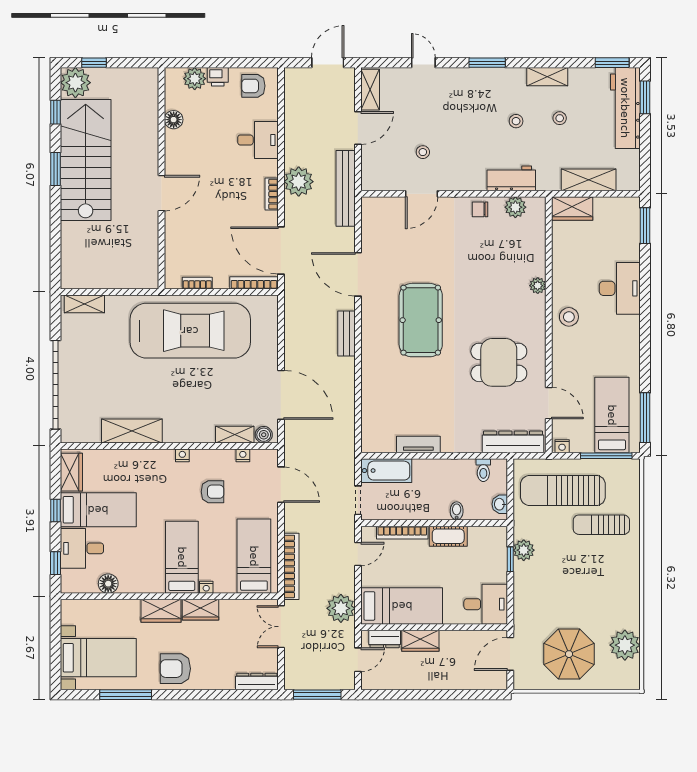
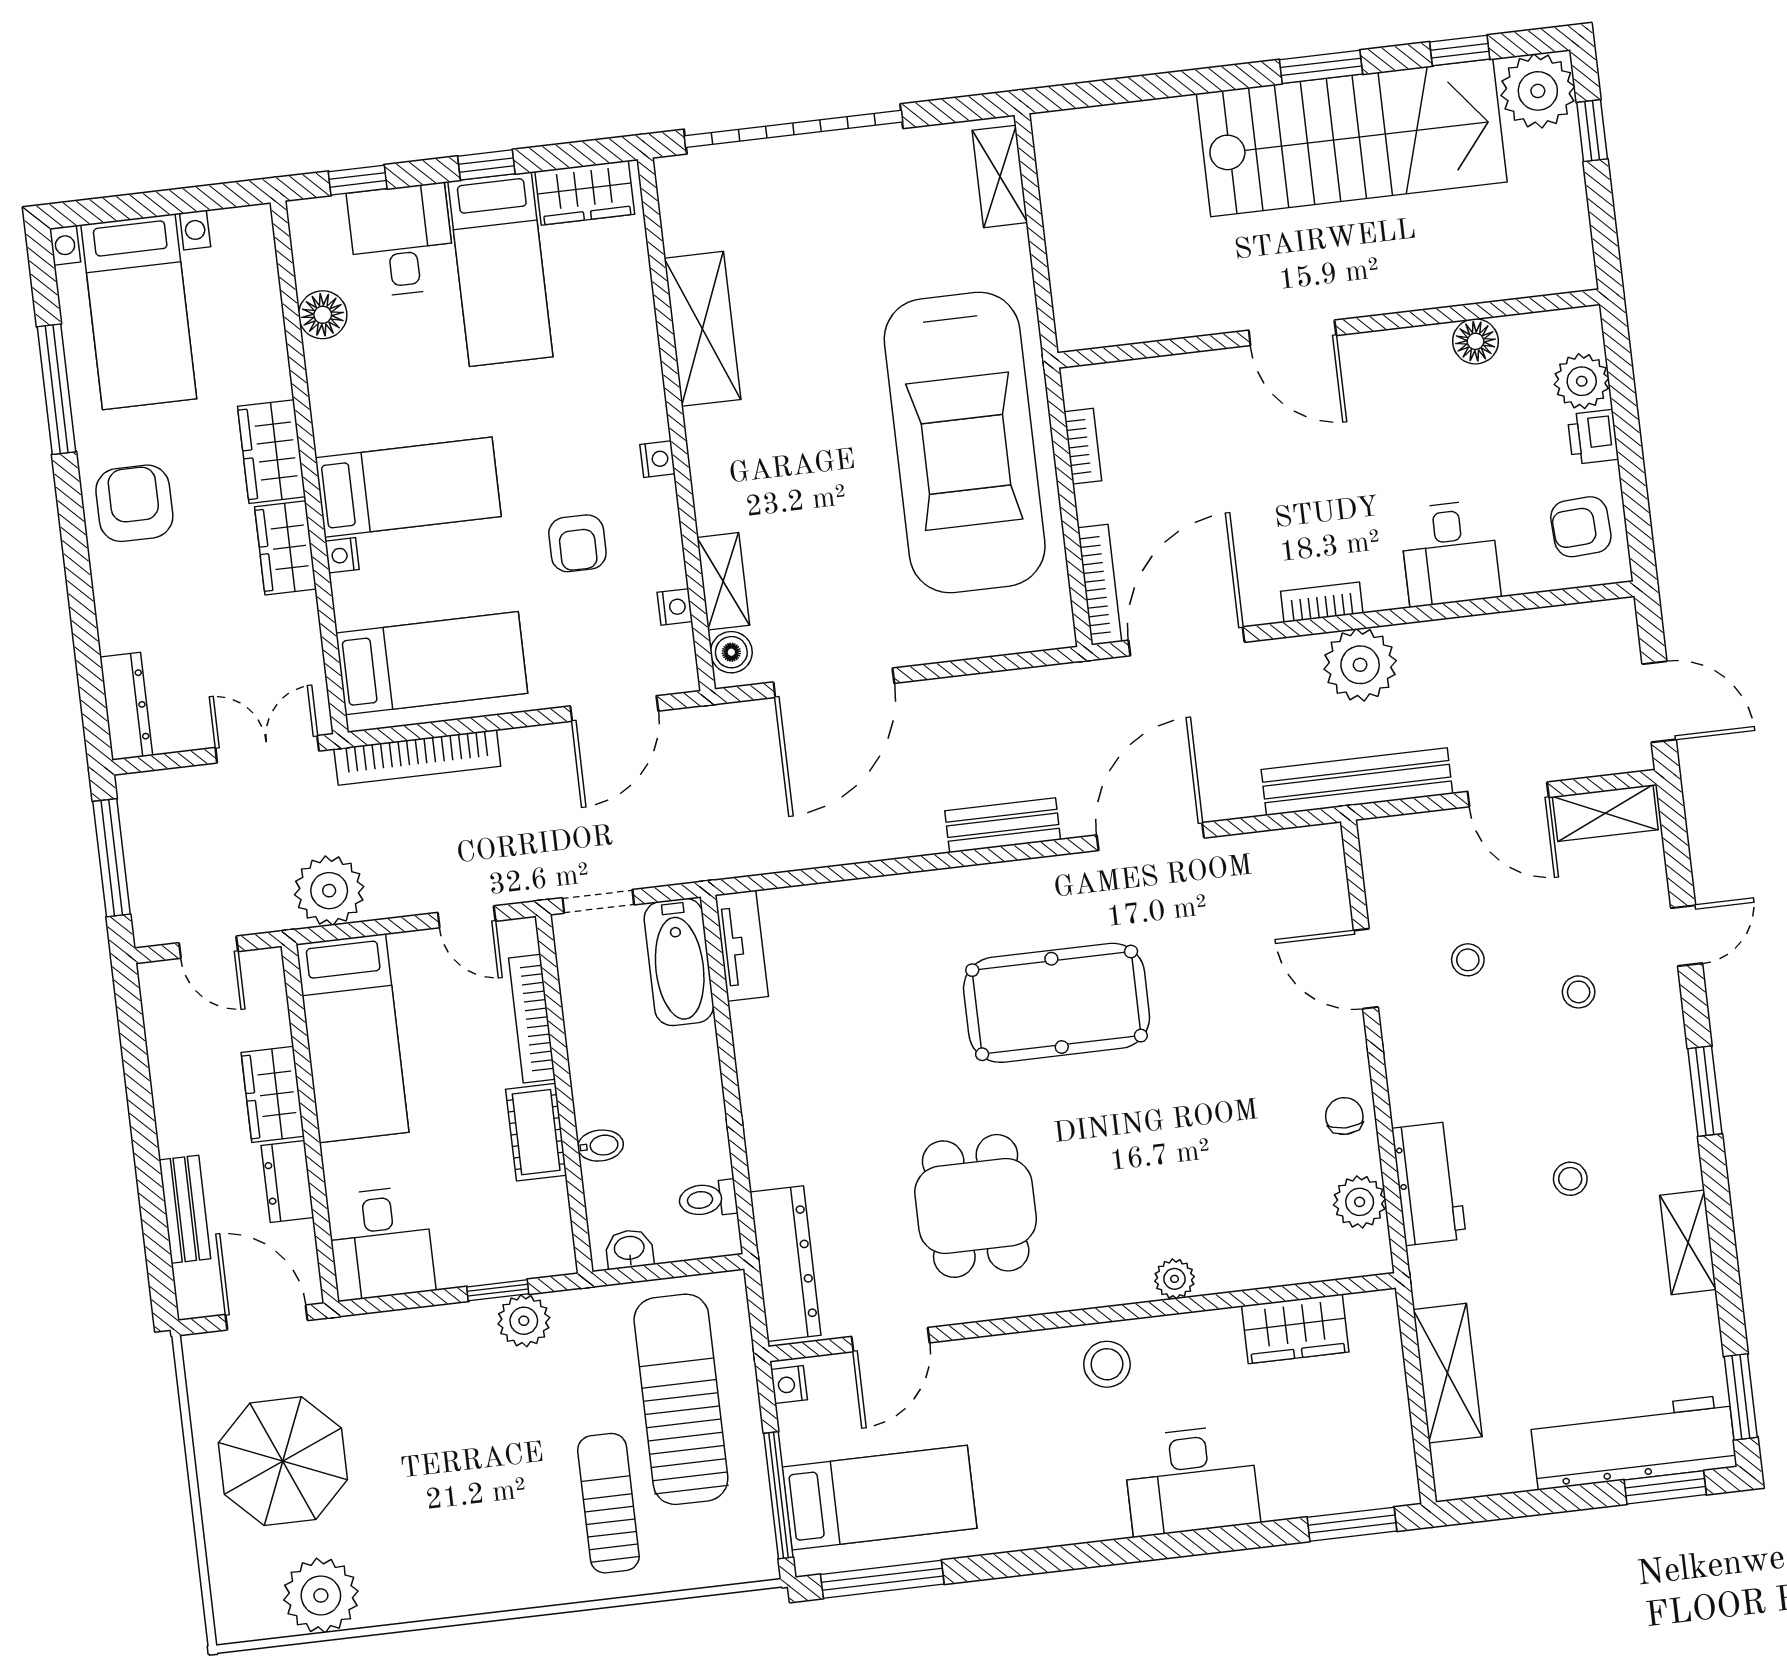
armchair: (253, 86) -> (1581, 527), turned -93
stool: (560, 118) -> (1579, 992), moved
wardrobe: (572, 208) -> (1295, 1329), moved, turned -90
tv unit: (418, 444) -> (742, 946), moved
dresser: (385, 639) -> (287, 1181), moved
bench: (463, 682) -> (185, 1209), added

